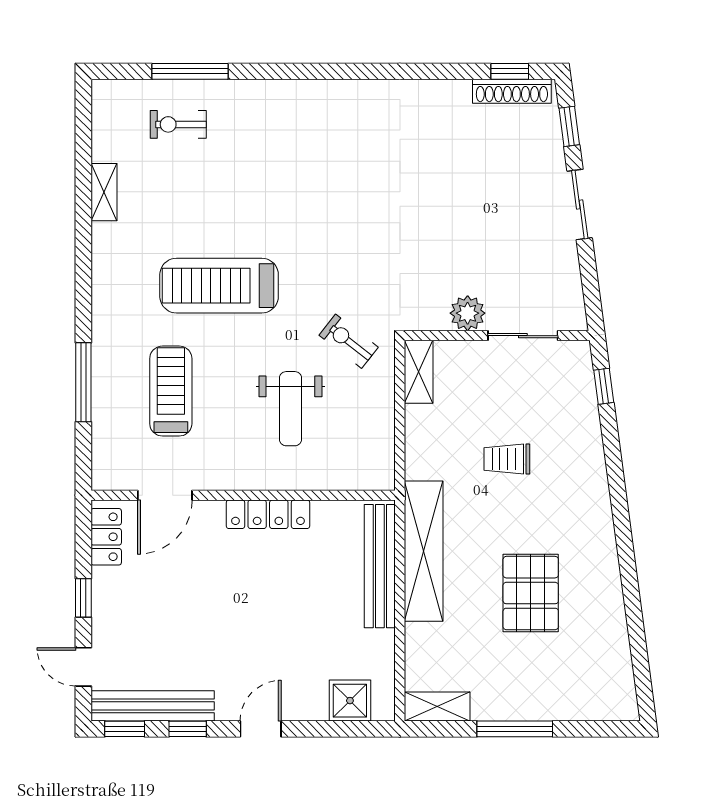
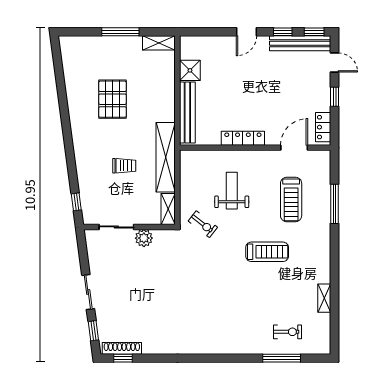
treadmill: (219, 286) -> (267, 252), width x0.73, depth x0.73
shelving: (424, 551) -> (166, 157), moved
shower: (350, 701) -> (190, 70), moved

